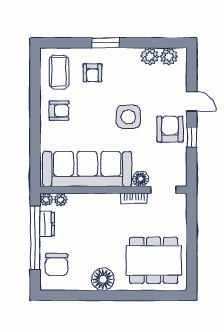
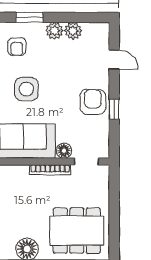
plant: (169, 56) -> (54, 31), moved
door: (192, 101) -> (114, 60), moved
side table: (128, 117) -> (26, 89), moved
bookcase: (134, 198) -> (50, 170), width x1.56

